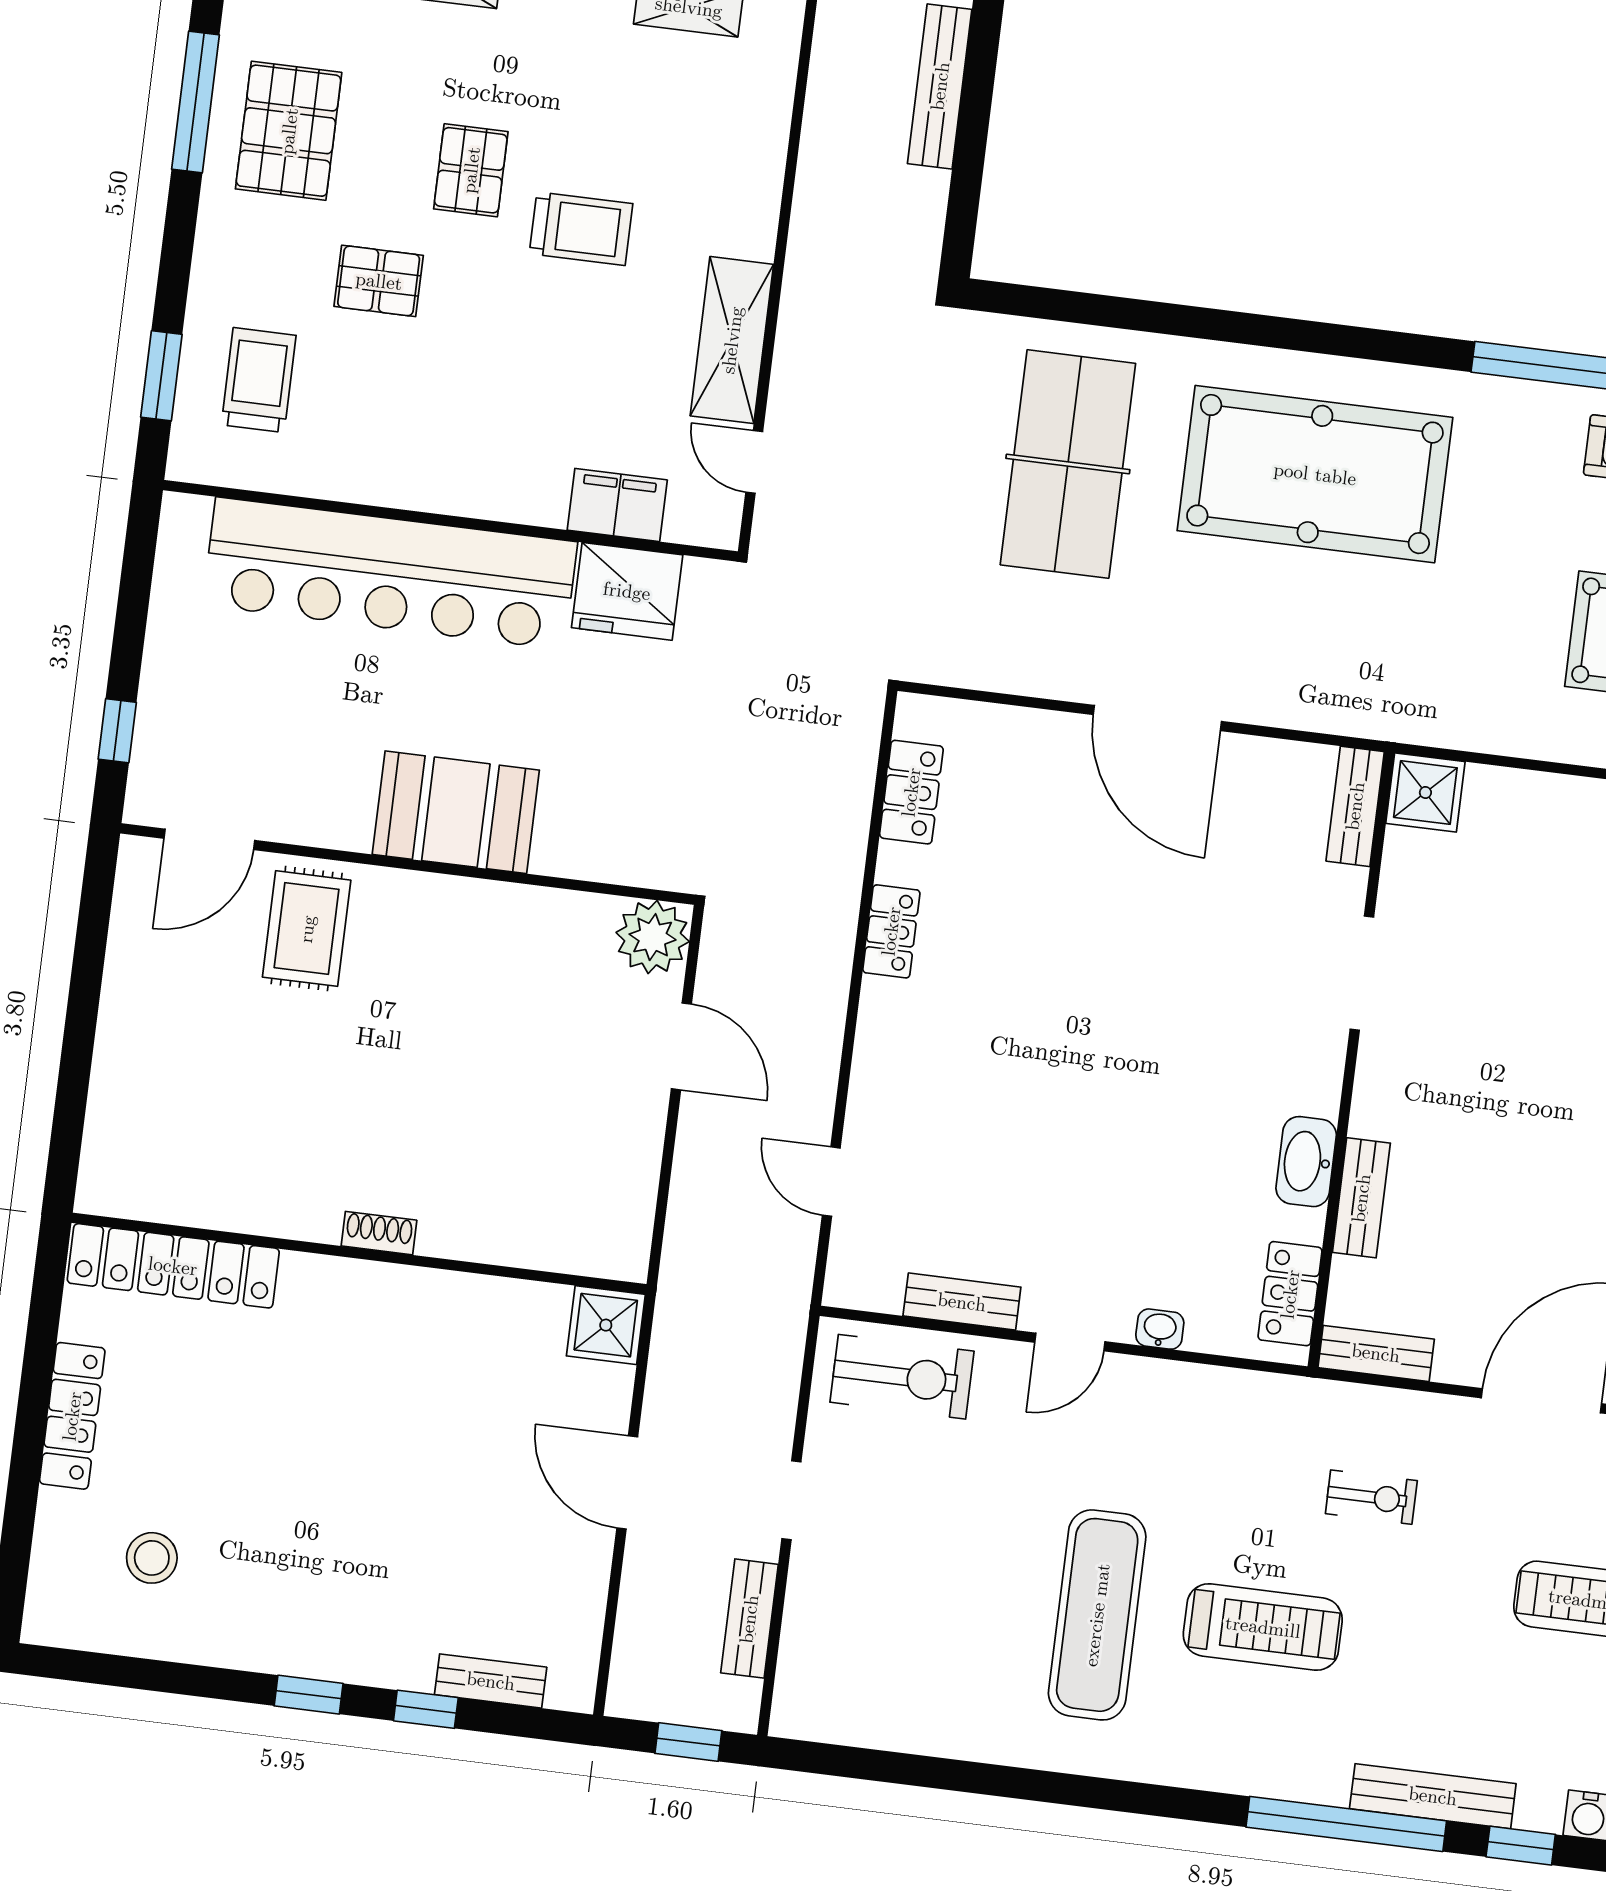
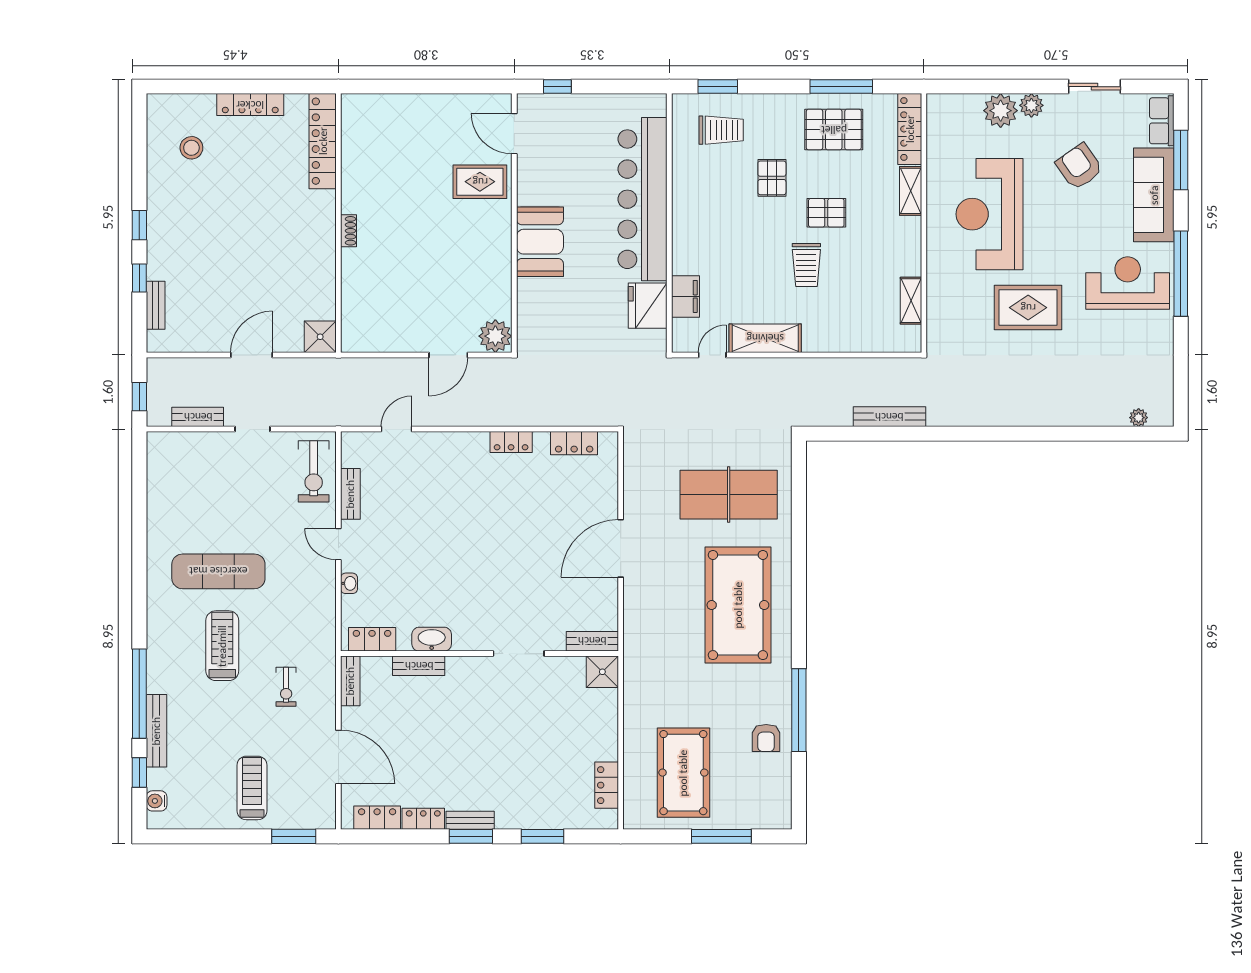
treadmill: (1263, 1627) -> (222, 646), turned 180

